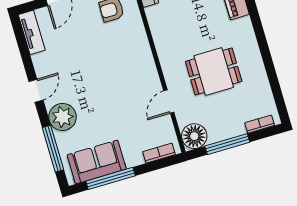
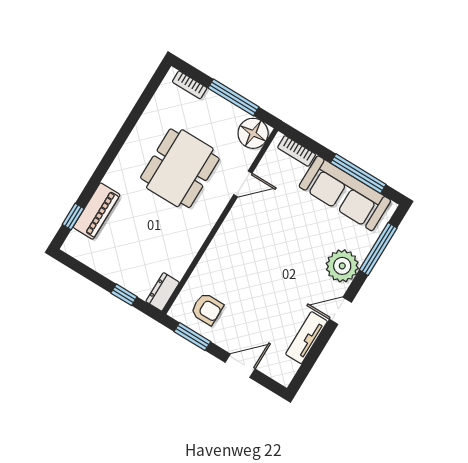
tv unit: (32, 32) -> (306, 338), moved
dining table: (214, 71) -> (180, 168), width x1.38
sofa: (97, 162) -> (345, 193), width x1.36

